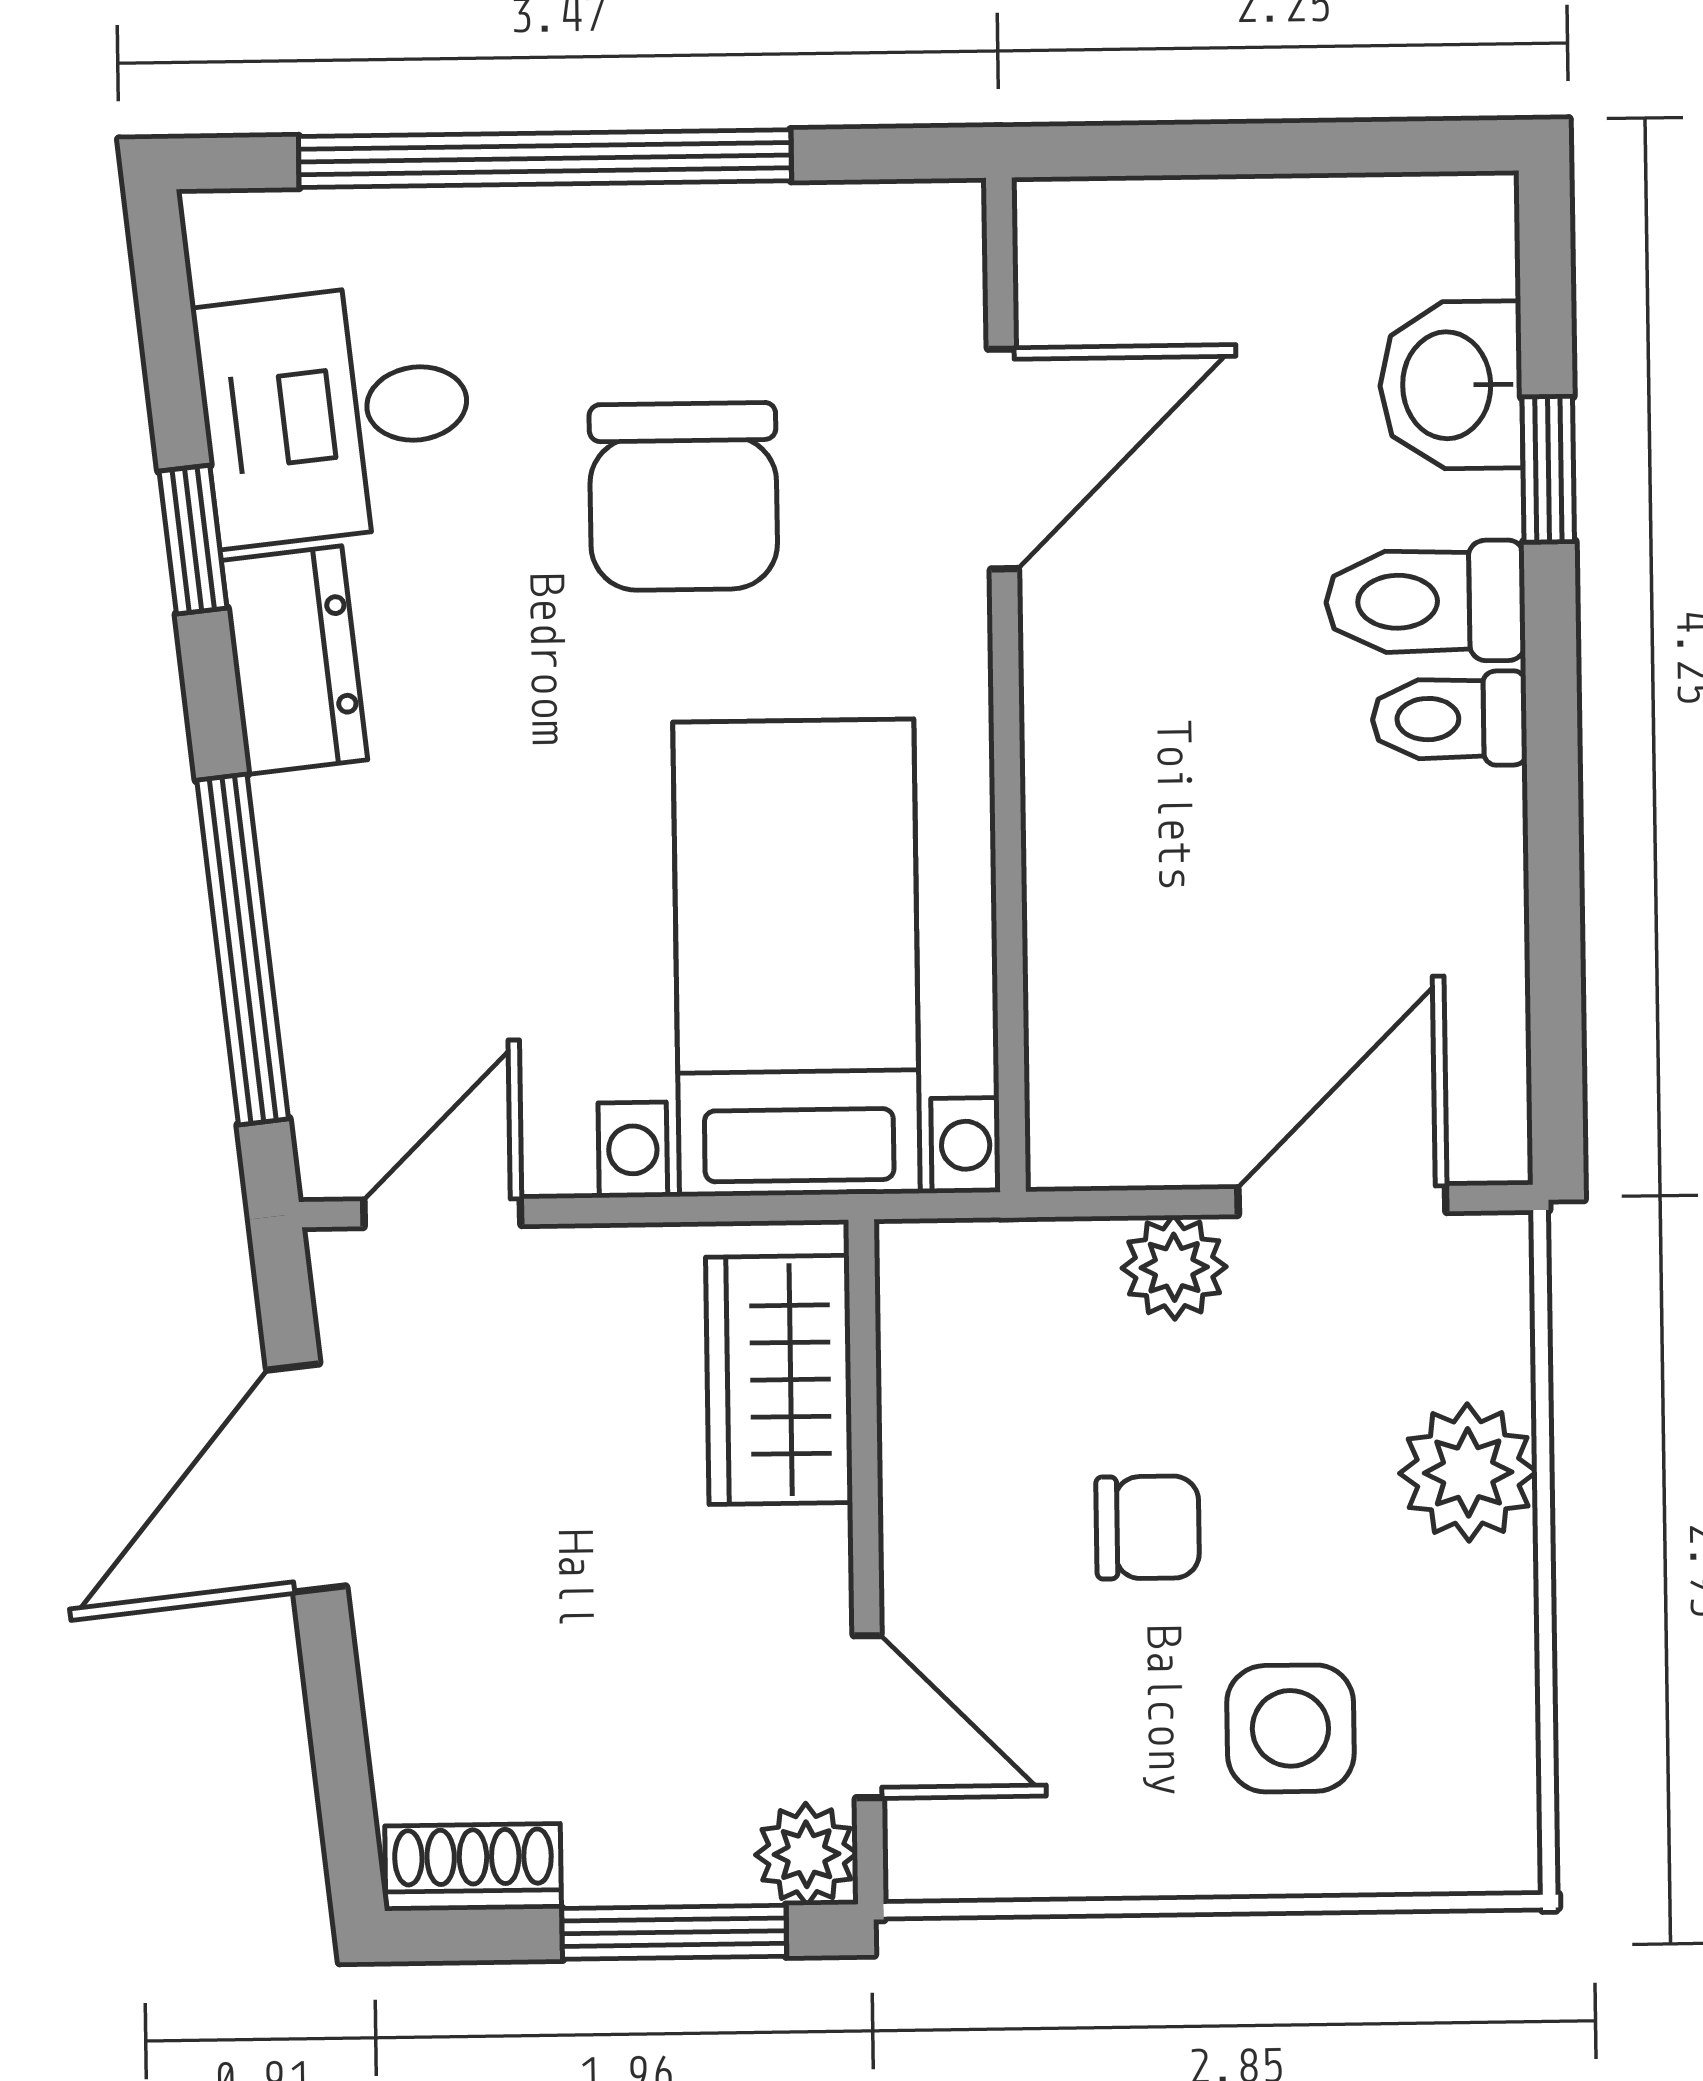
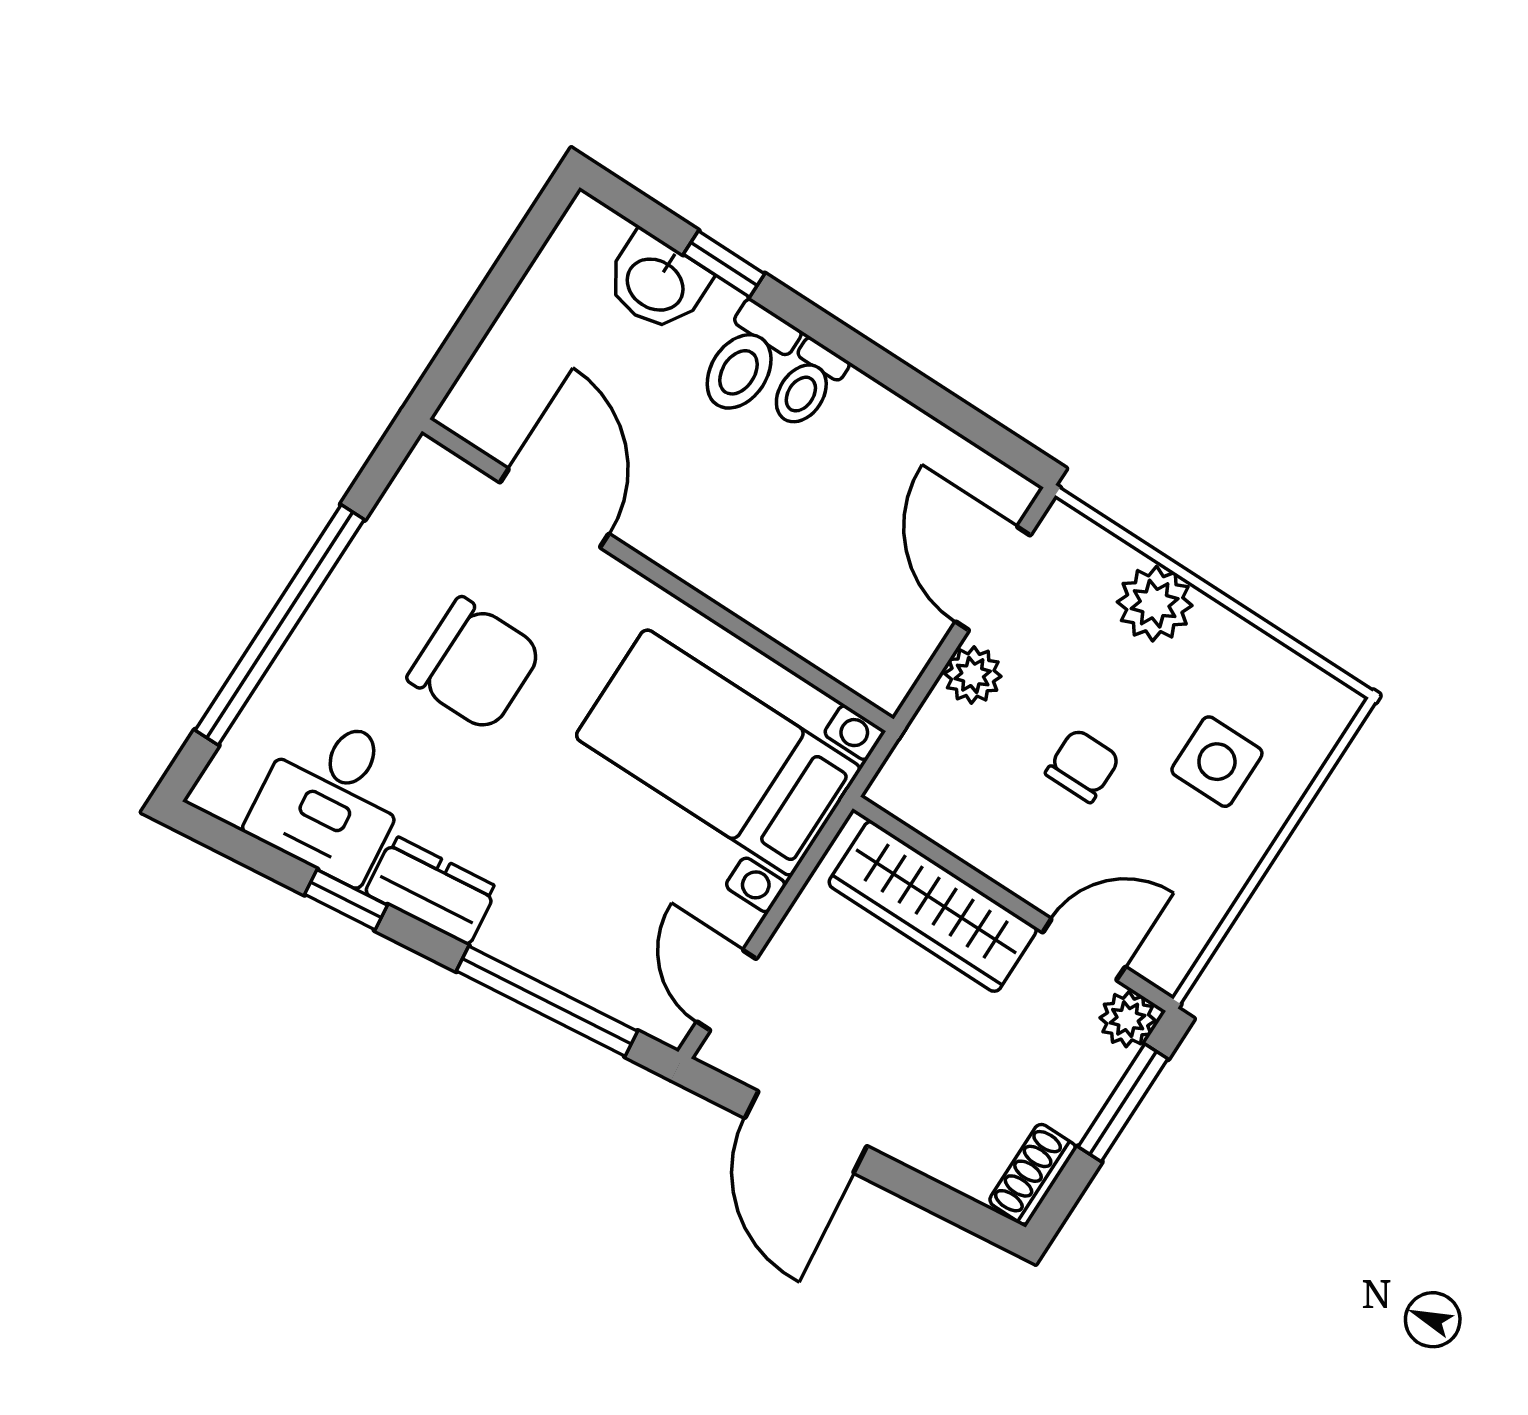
wardrobe: (779, 1380) -> (933, 906), width x1.50

